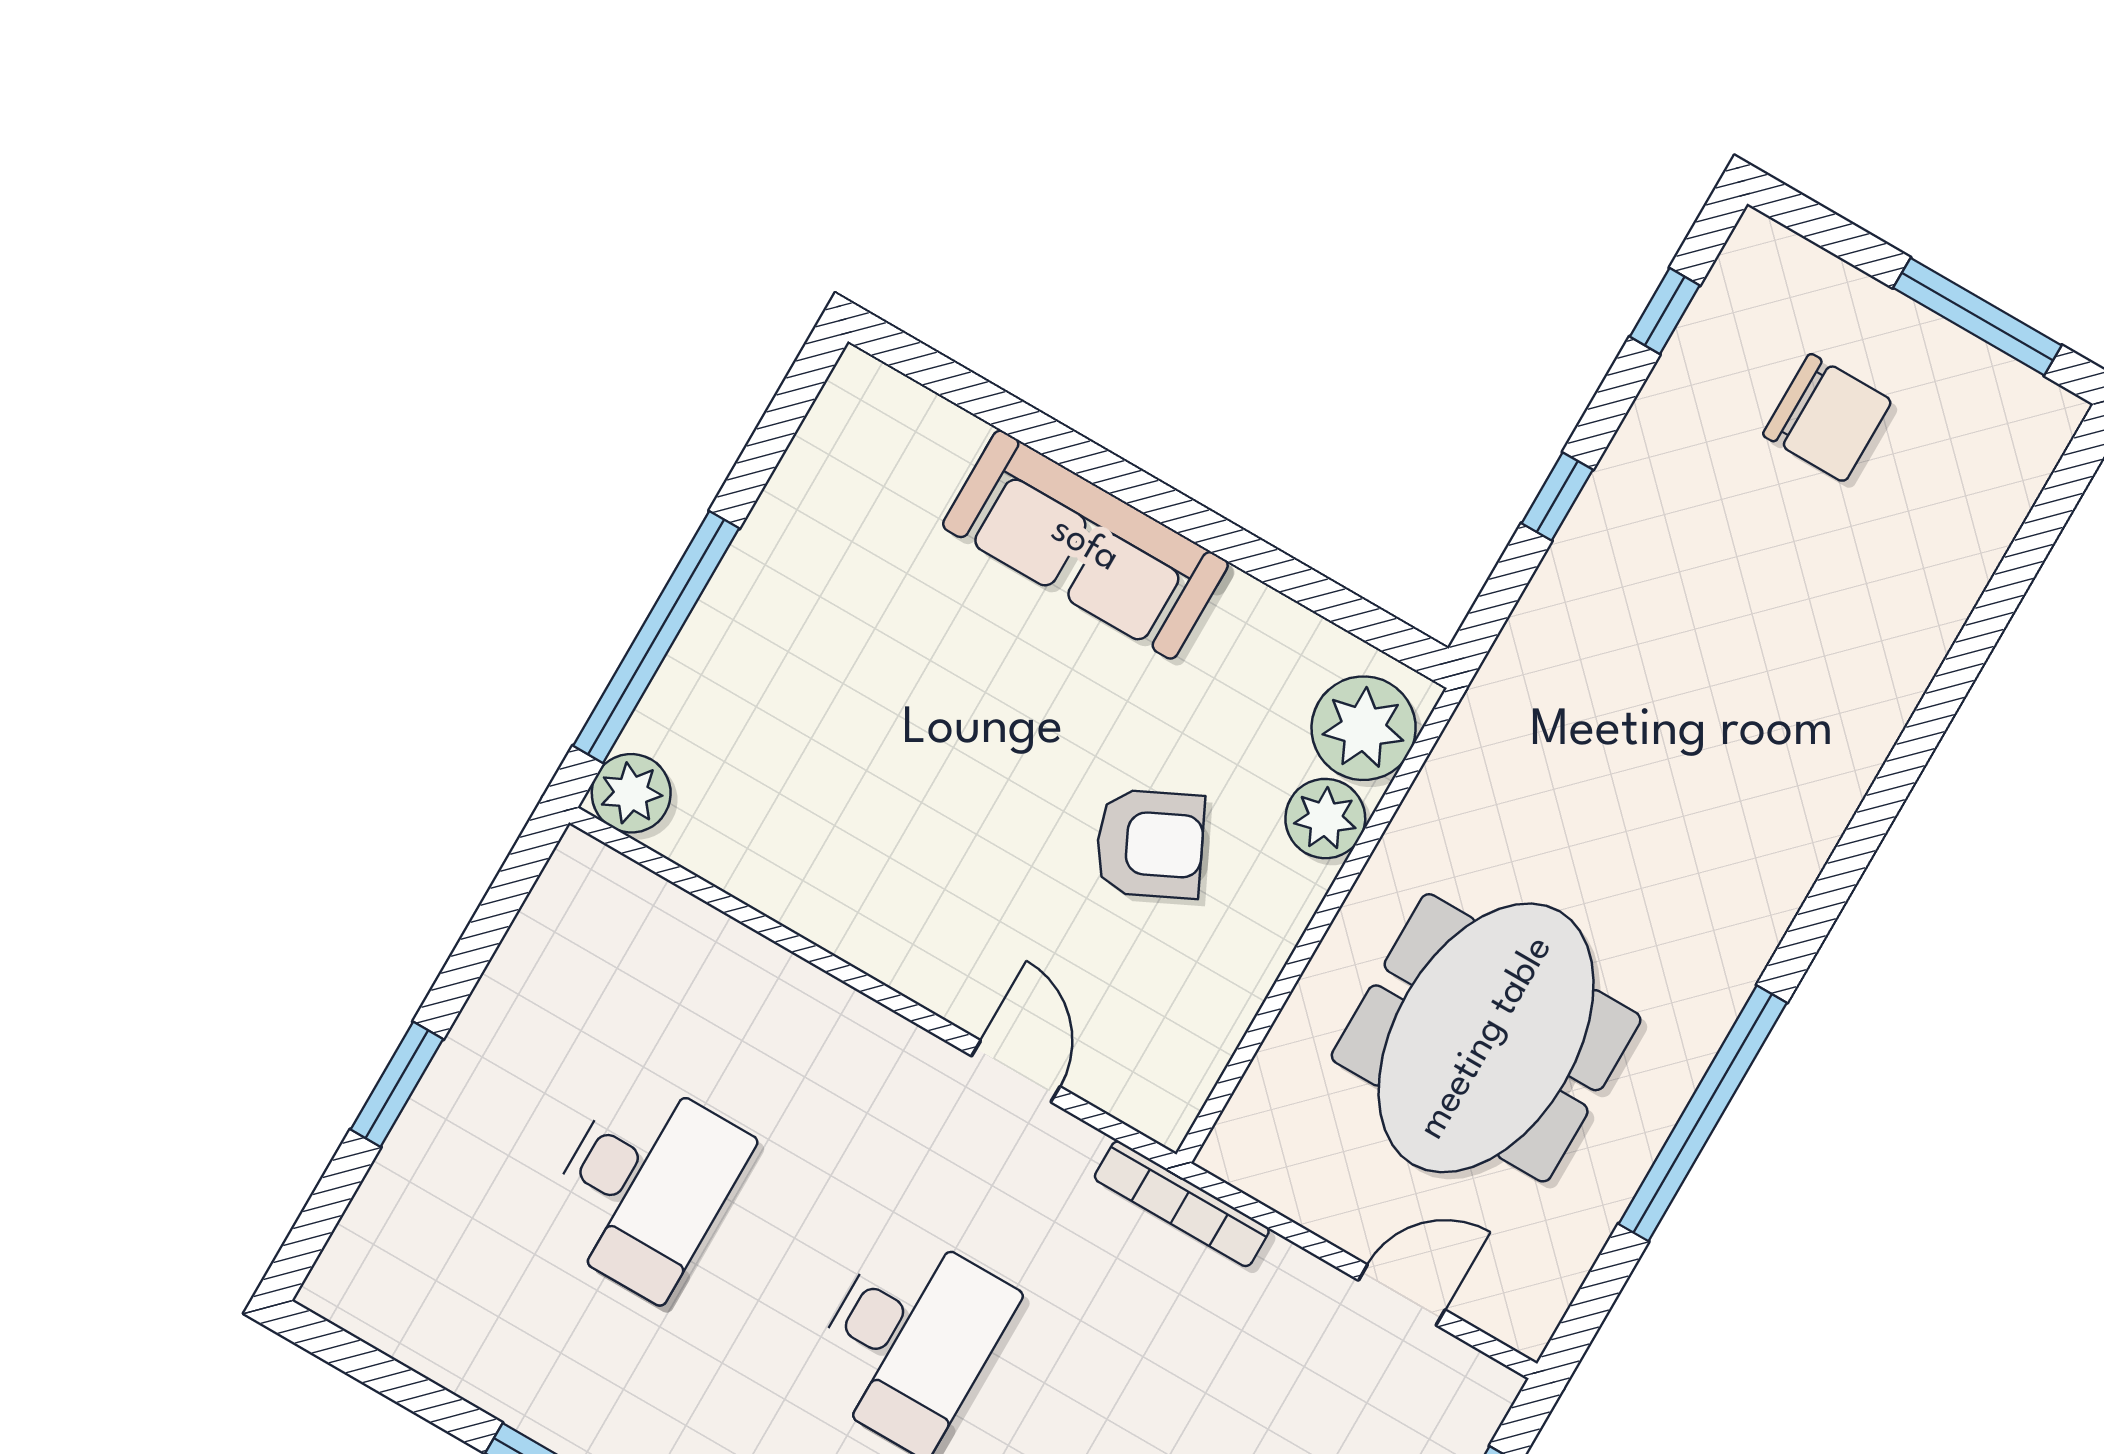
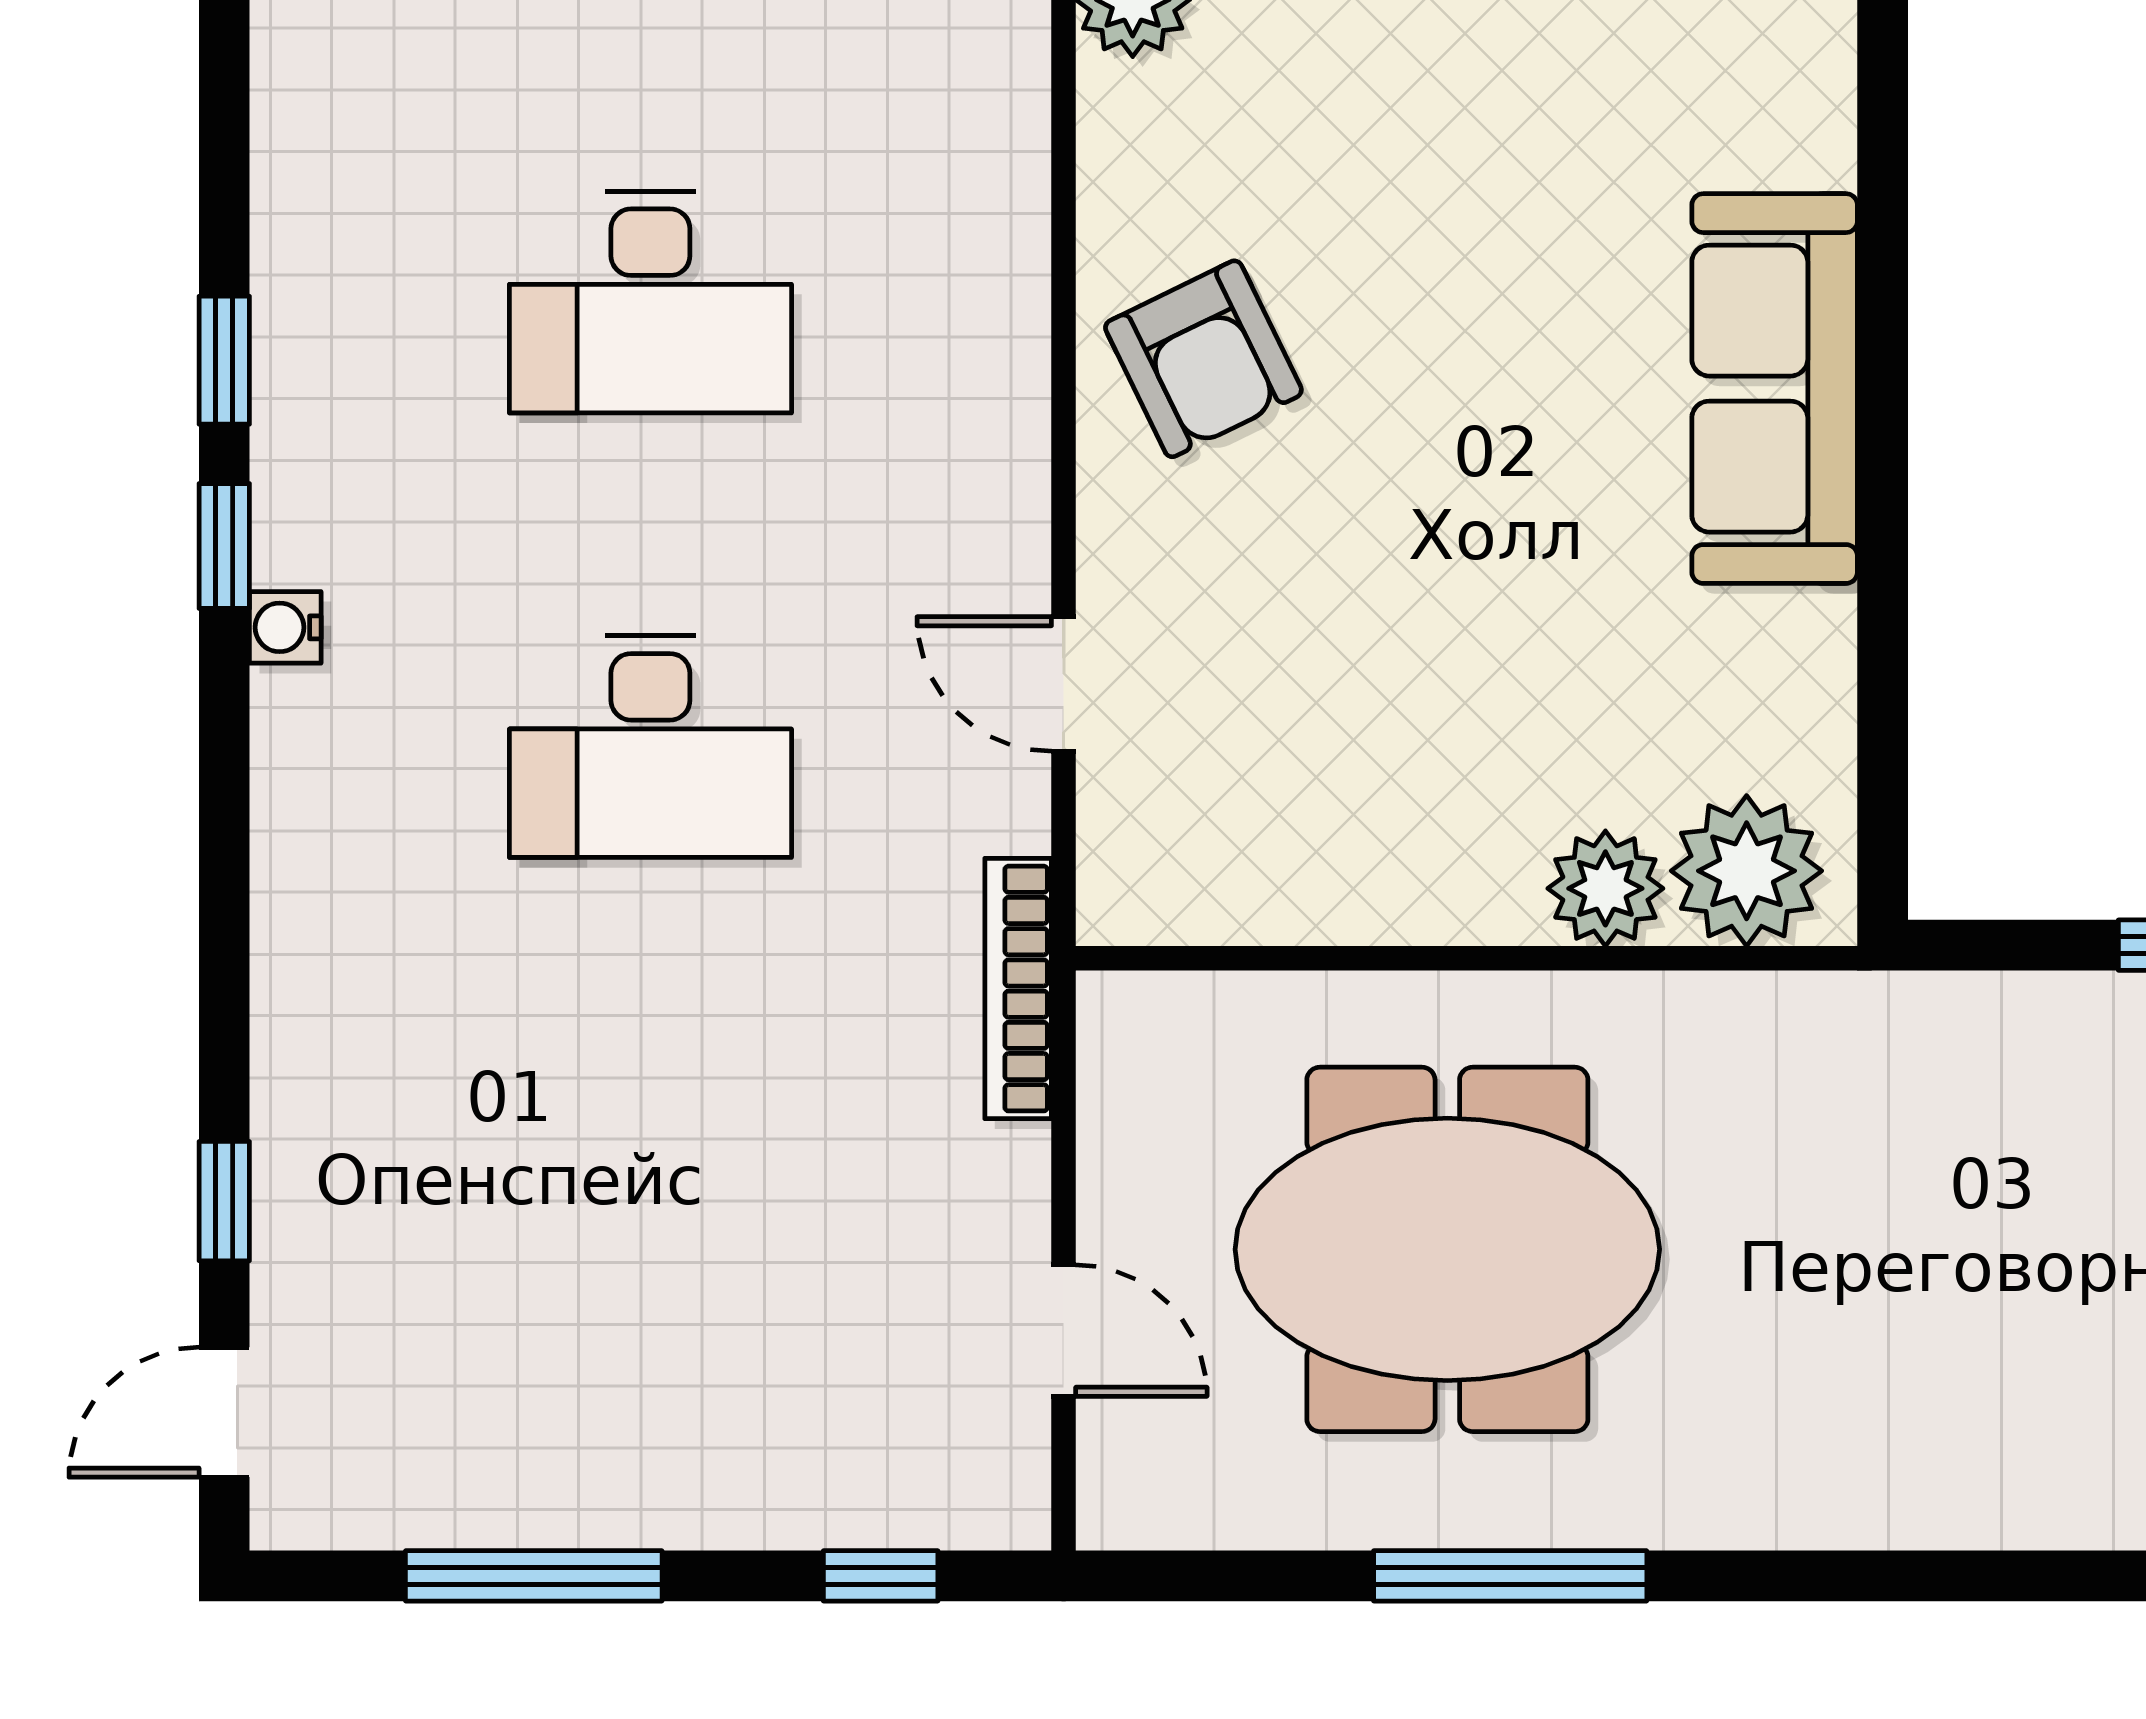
armchair: (1150, 844) -> (1203, 359), moved
door: (1016, 1071) -> (1064, 684), swing flipped
window: (1703, 1113) -> (1510, 1576), width x0.68

